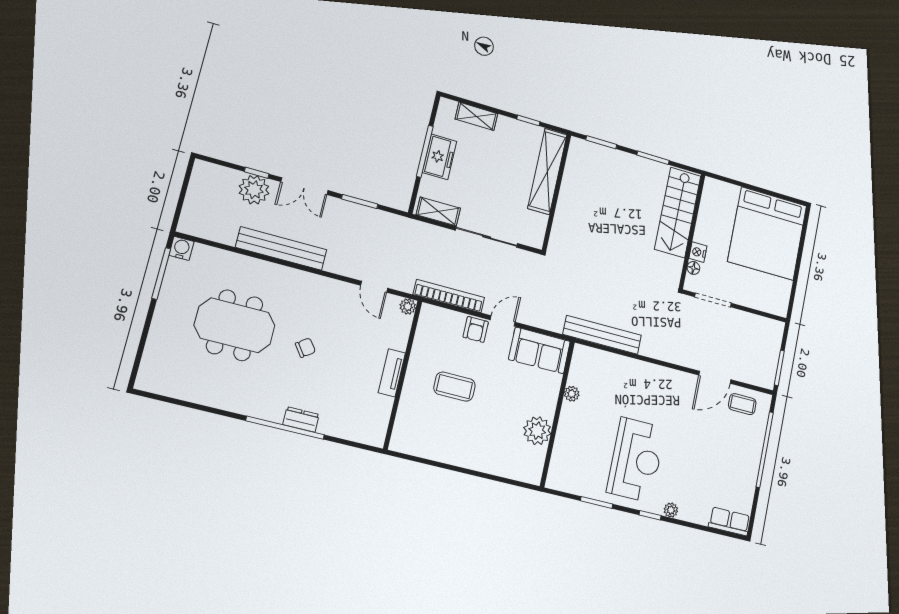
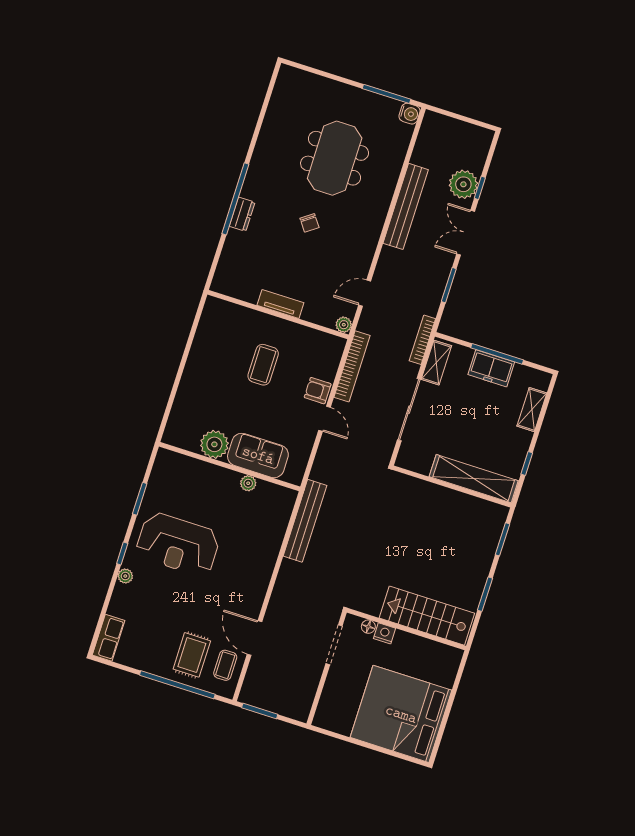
bookcase: (417, 226) -> (422, 340), added
sofa: (539, 350) -> (258, 455), moved, turned 90
rug: (736, 437) -> (192, 655), added

